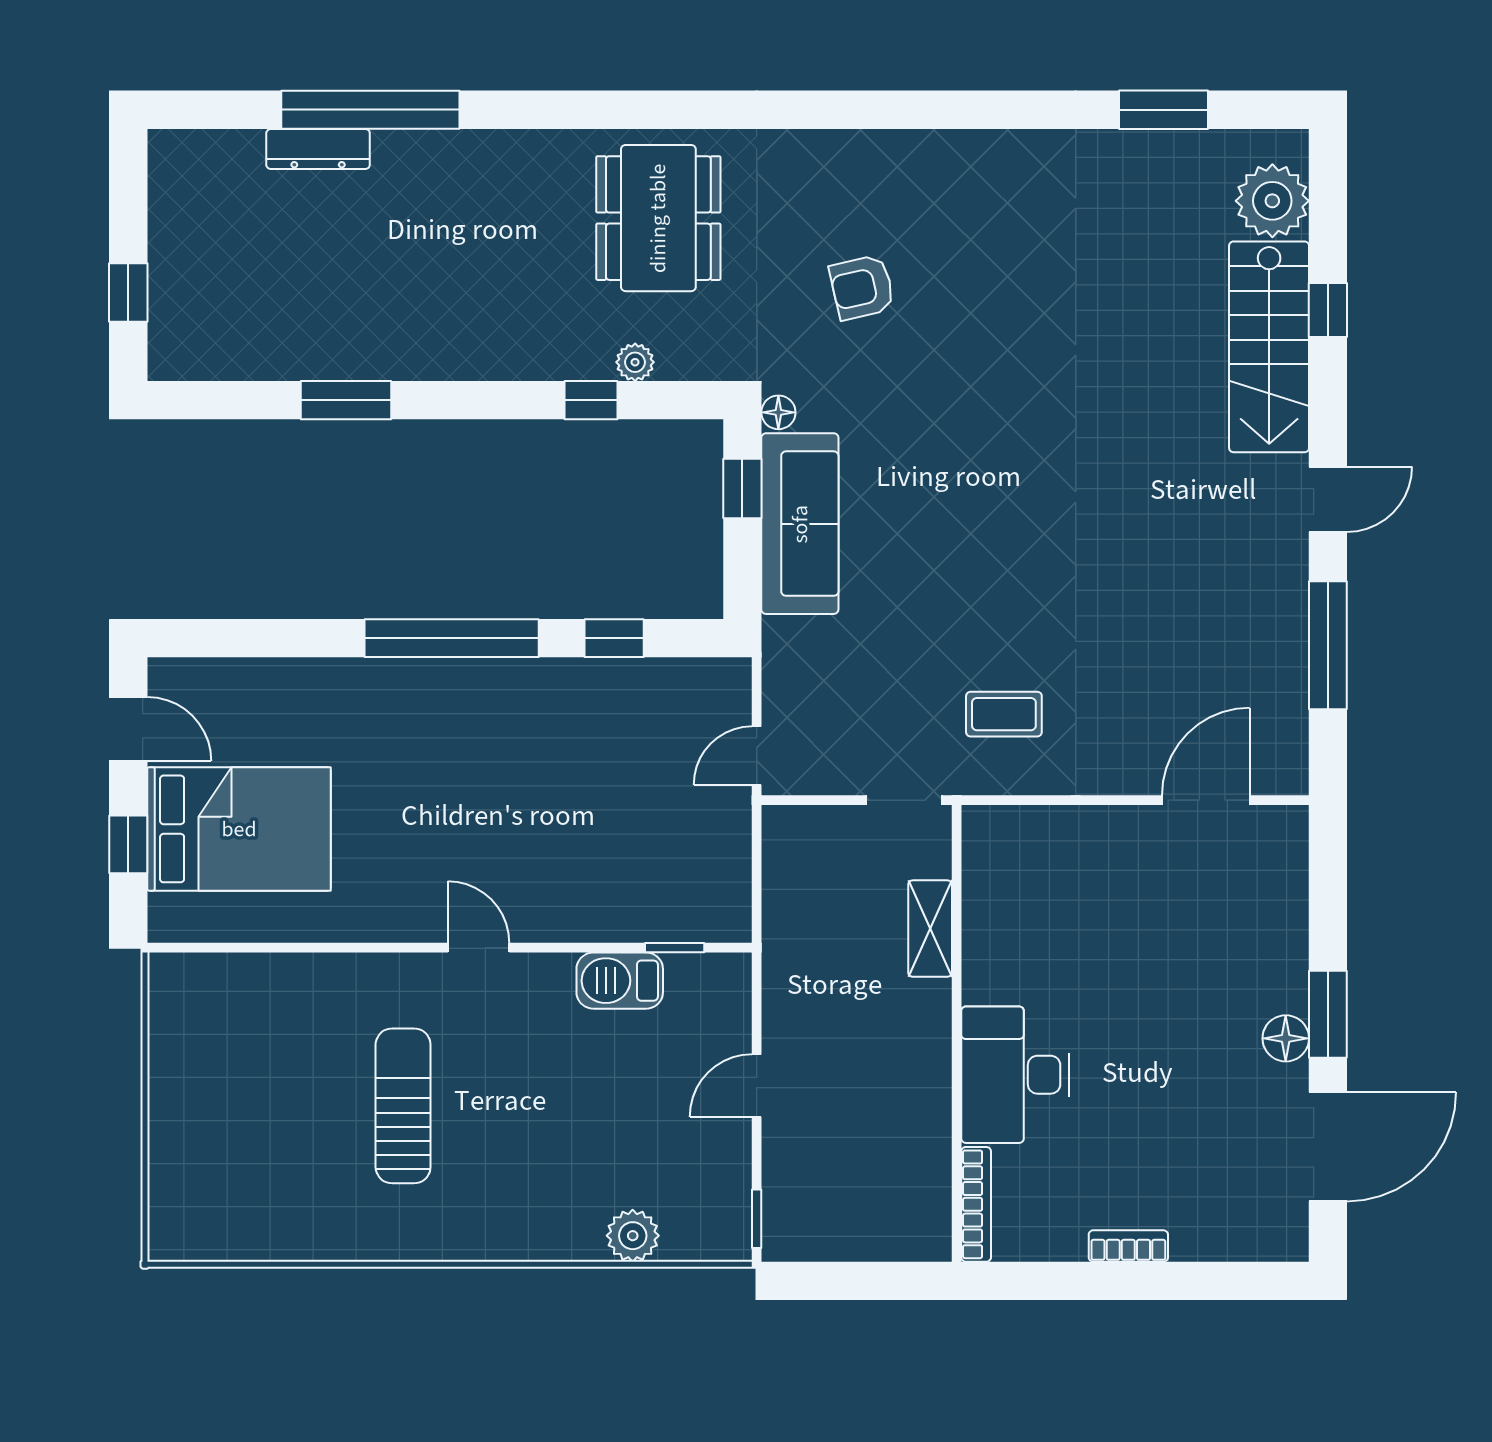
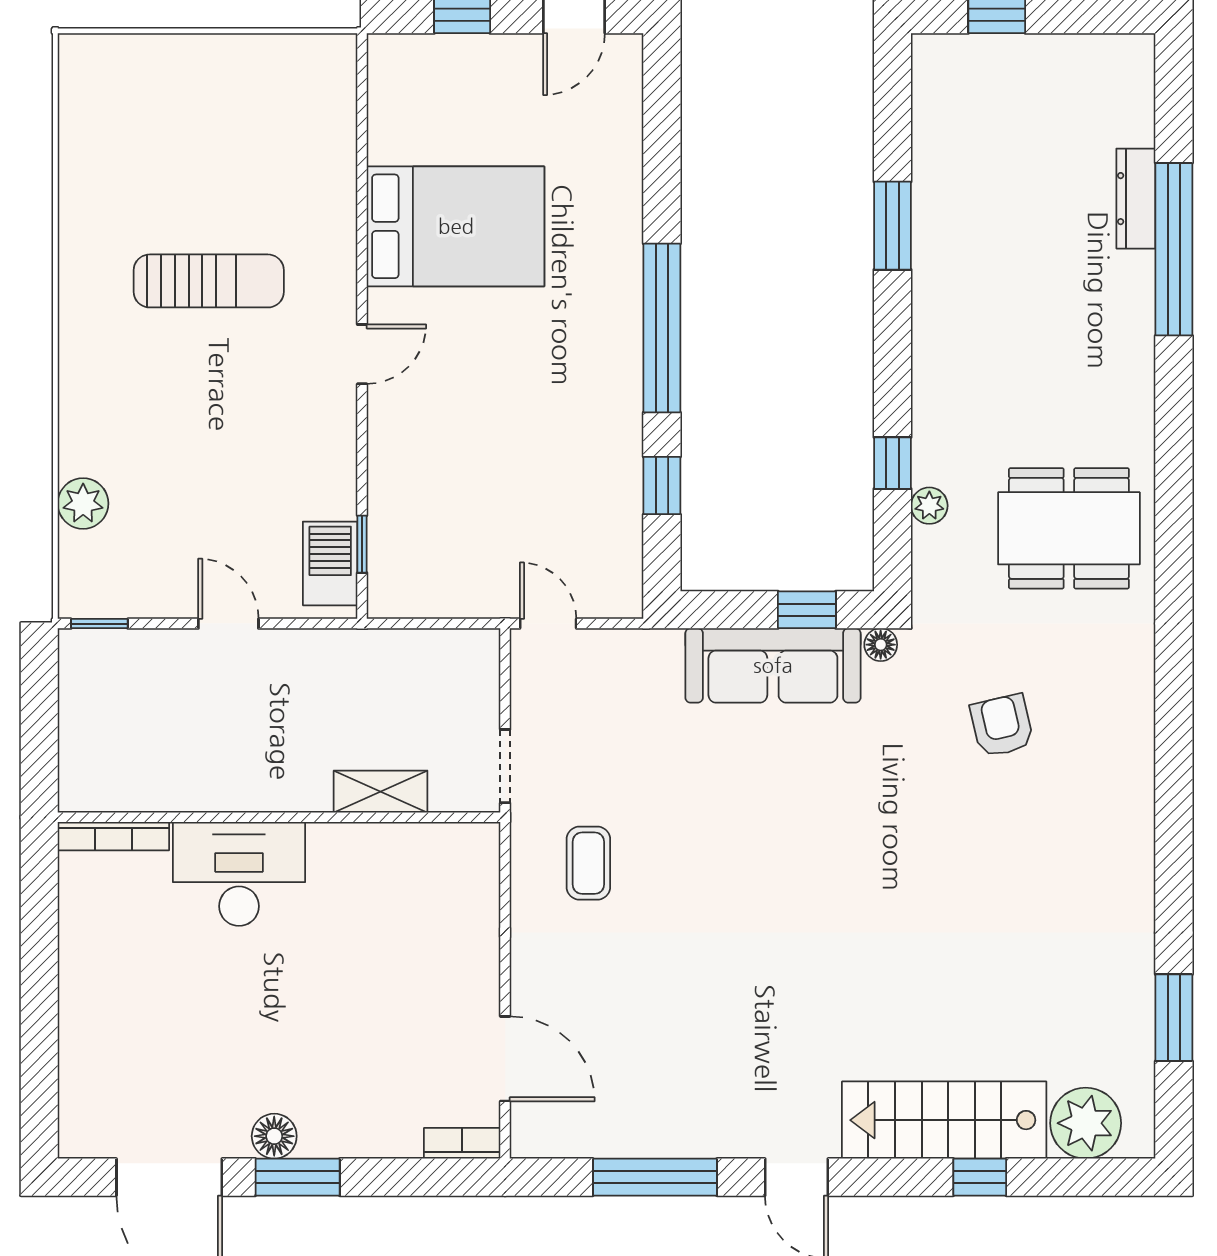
bed: (239, 829) -> (456, 226), moved, turned -90
barbecue: (620, 981) -> (330, 563), moved
bookcase: (1128, 1246) -> (462, 1143), moved, turned -90

